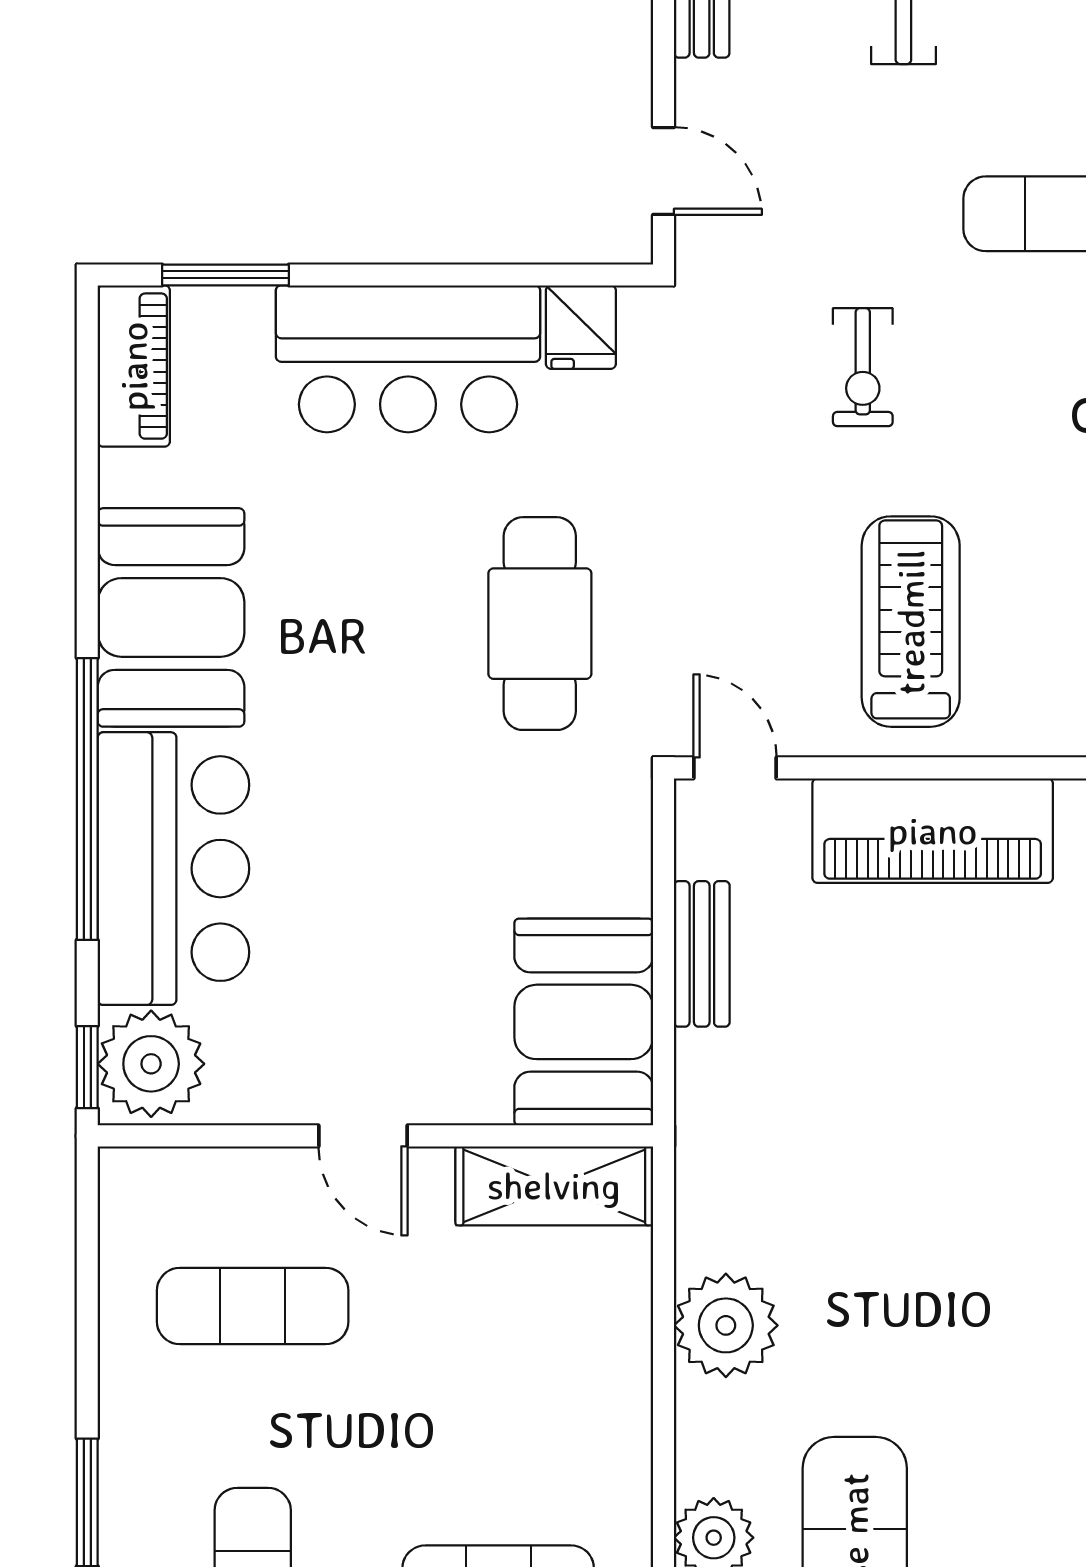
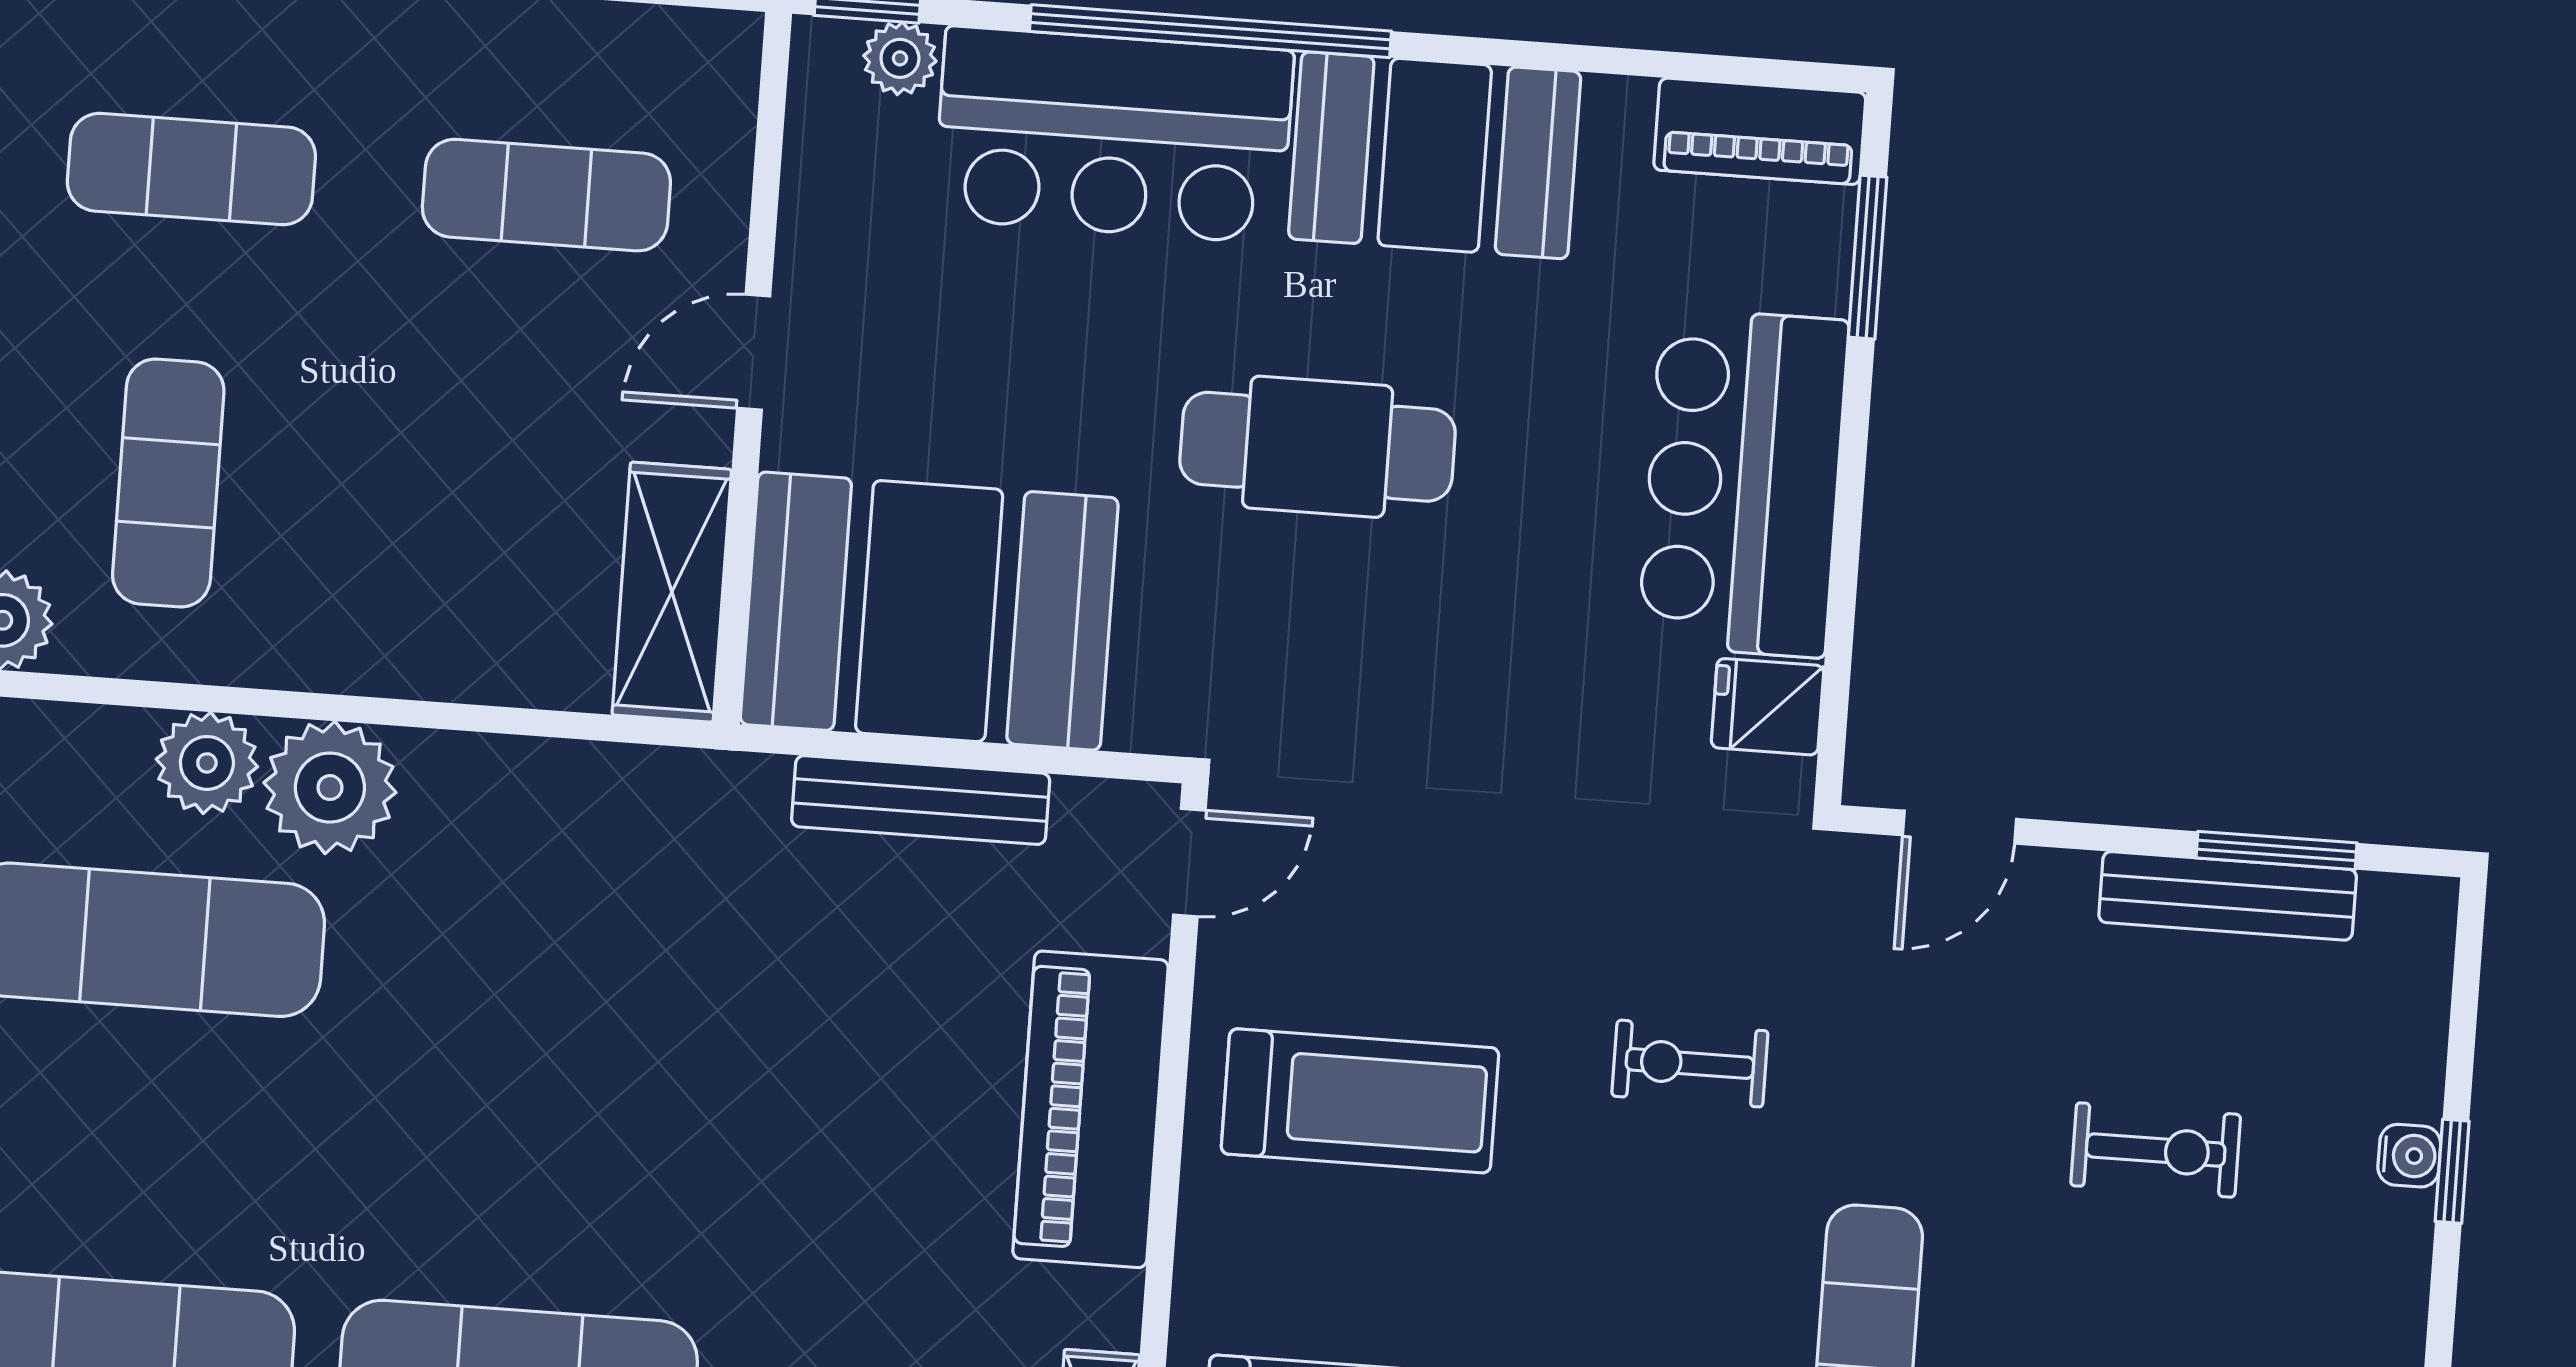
cafe table: (540, 624) -> (1318, 447), moved
bench: (702, 954) -> (921, 800), width x1.36
booth: (584, 1022) -> (929, 611), width x1.36, depth x1.42
plant: (151, 1064) -> (900, 58), width x0.53, depth x0.53
exercise mat: (253, 1306) -> (546, 195), turned 90
plant: (726, 1325) -> (330, 788), moved

